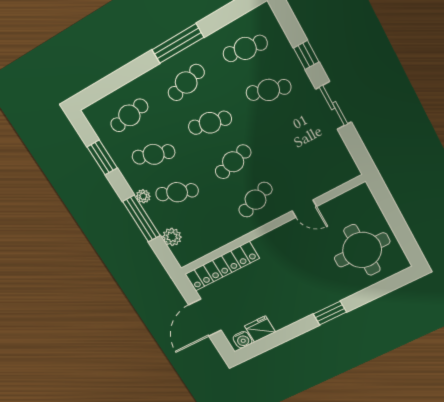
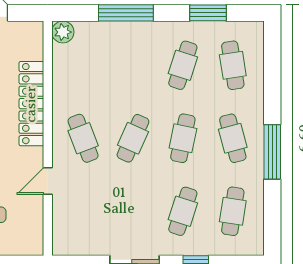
cafe table: (233, 162) -> (133, 138), turned 39
cafe table: (177, 192) -> (133, 65), removed
plant: (143, 196) -> (147, 29), removed
plant: (172, 237) -> (63, 32), moved
locker: (222, 266) -> (31, 104), moved

